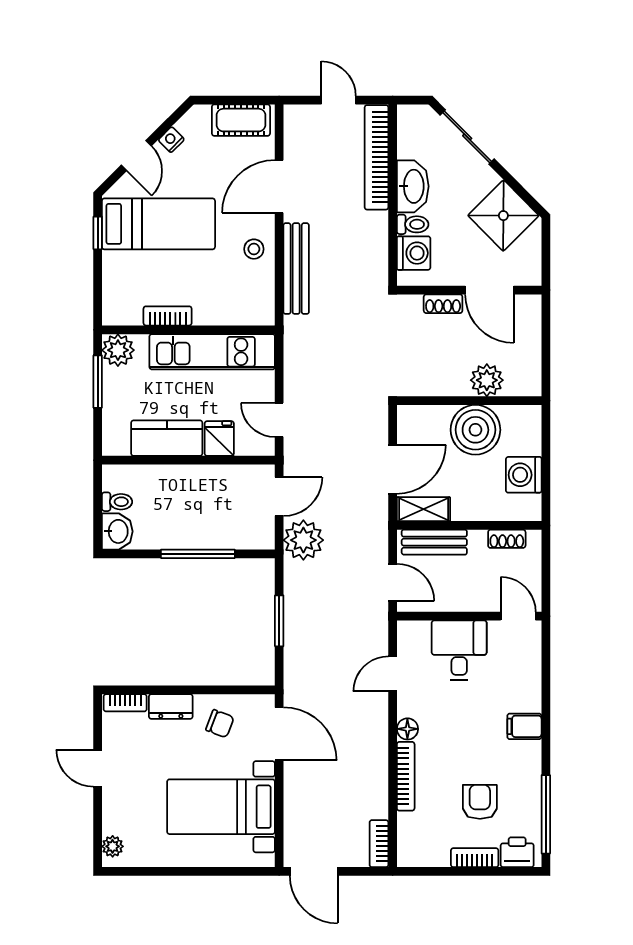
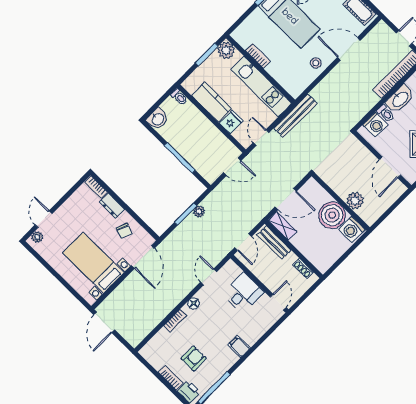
bench: (296, 269) -> (295, 116), moved
shoe rack: (443, 304) -> (367, 155), removed
washing machine: (524, 475) -> (352, 229), moved, turned -90
toilet: (117, 502) -> (179, 97), moved
plant: (303, 540) -> (199, 212), moved, width x0.53, depth x0.53
door: (393, 674) -> (209, 277), hinge flipped
door: (98, 768) -> (44, 219), moved
bookcase: (406, 776) -> (175, 321), width x0.64
bookcase: (379, 844) -> (140, 336), removed

